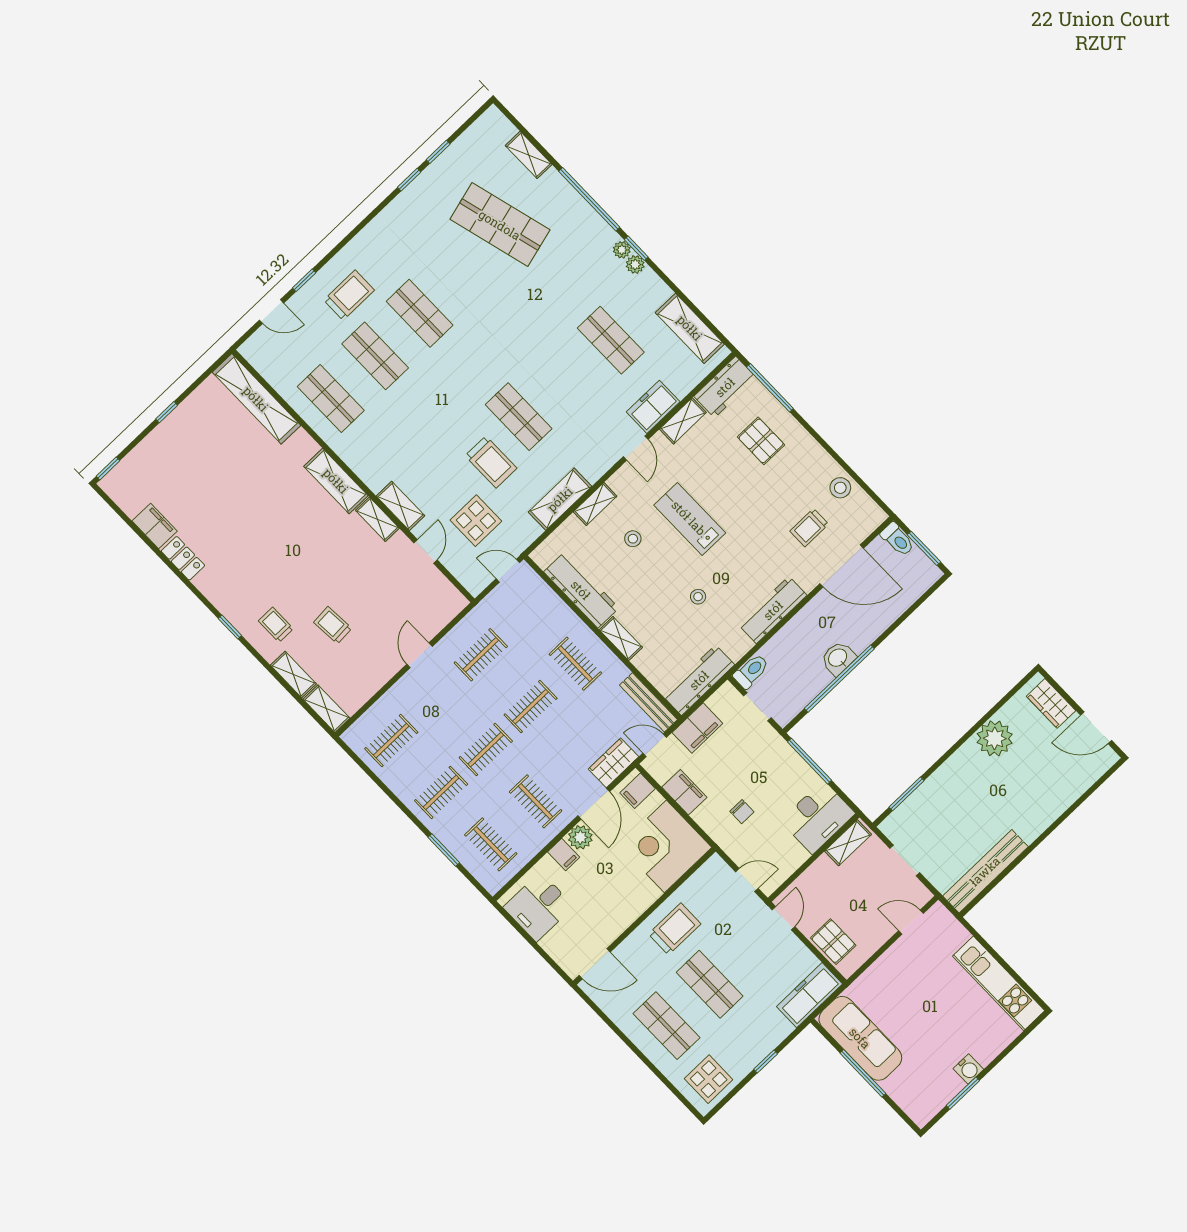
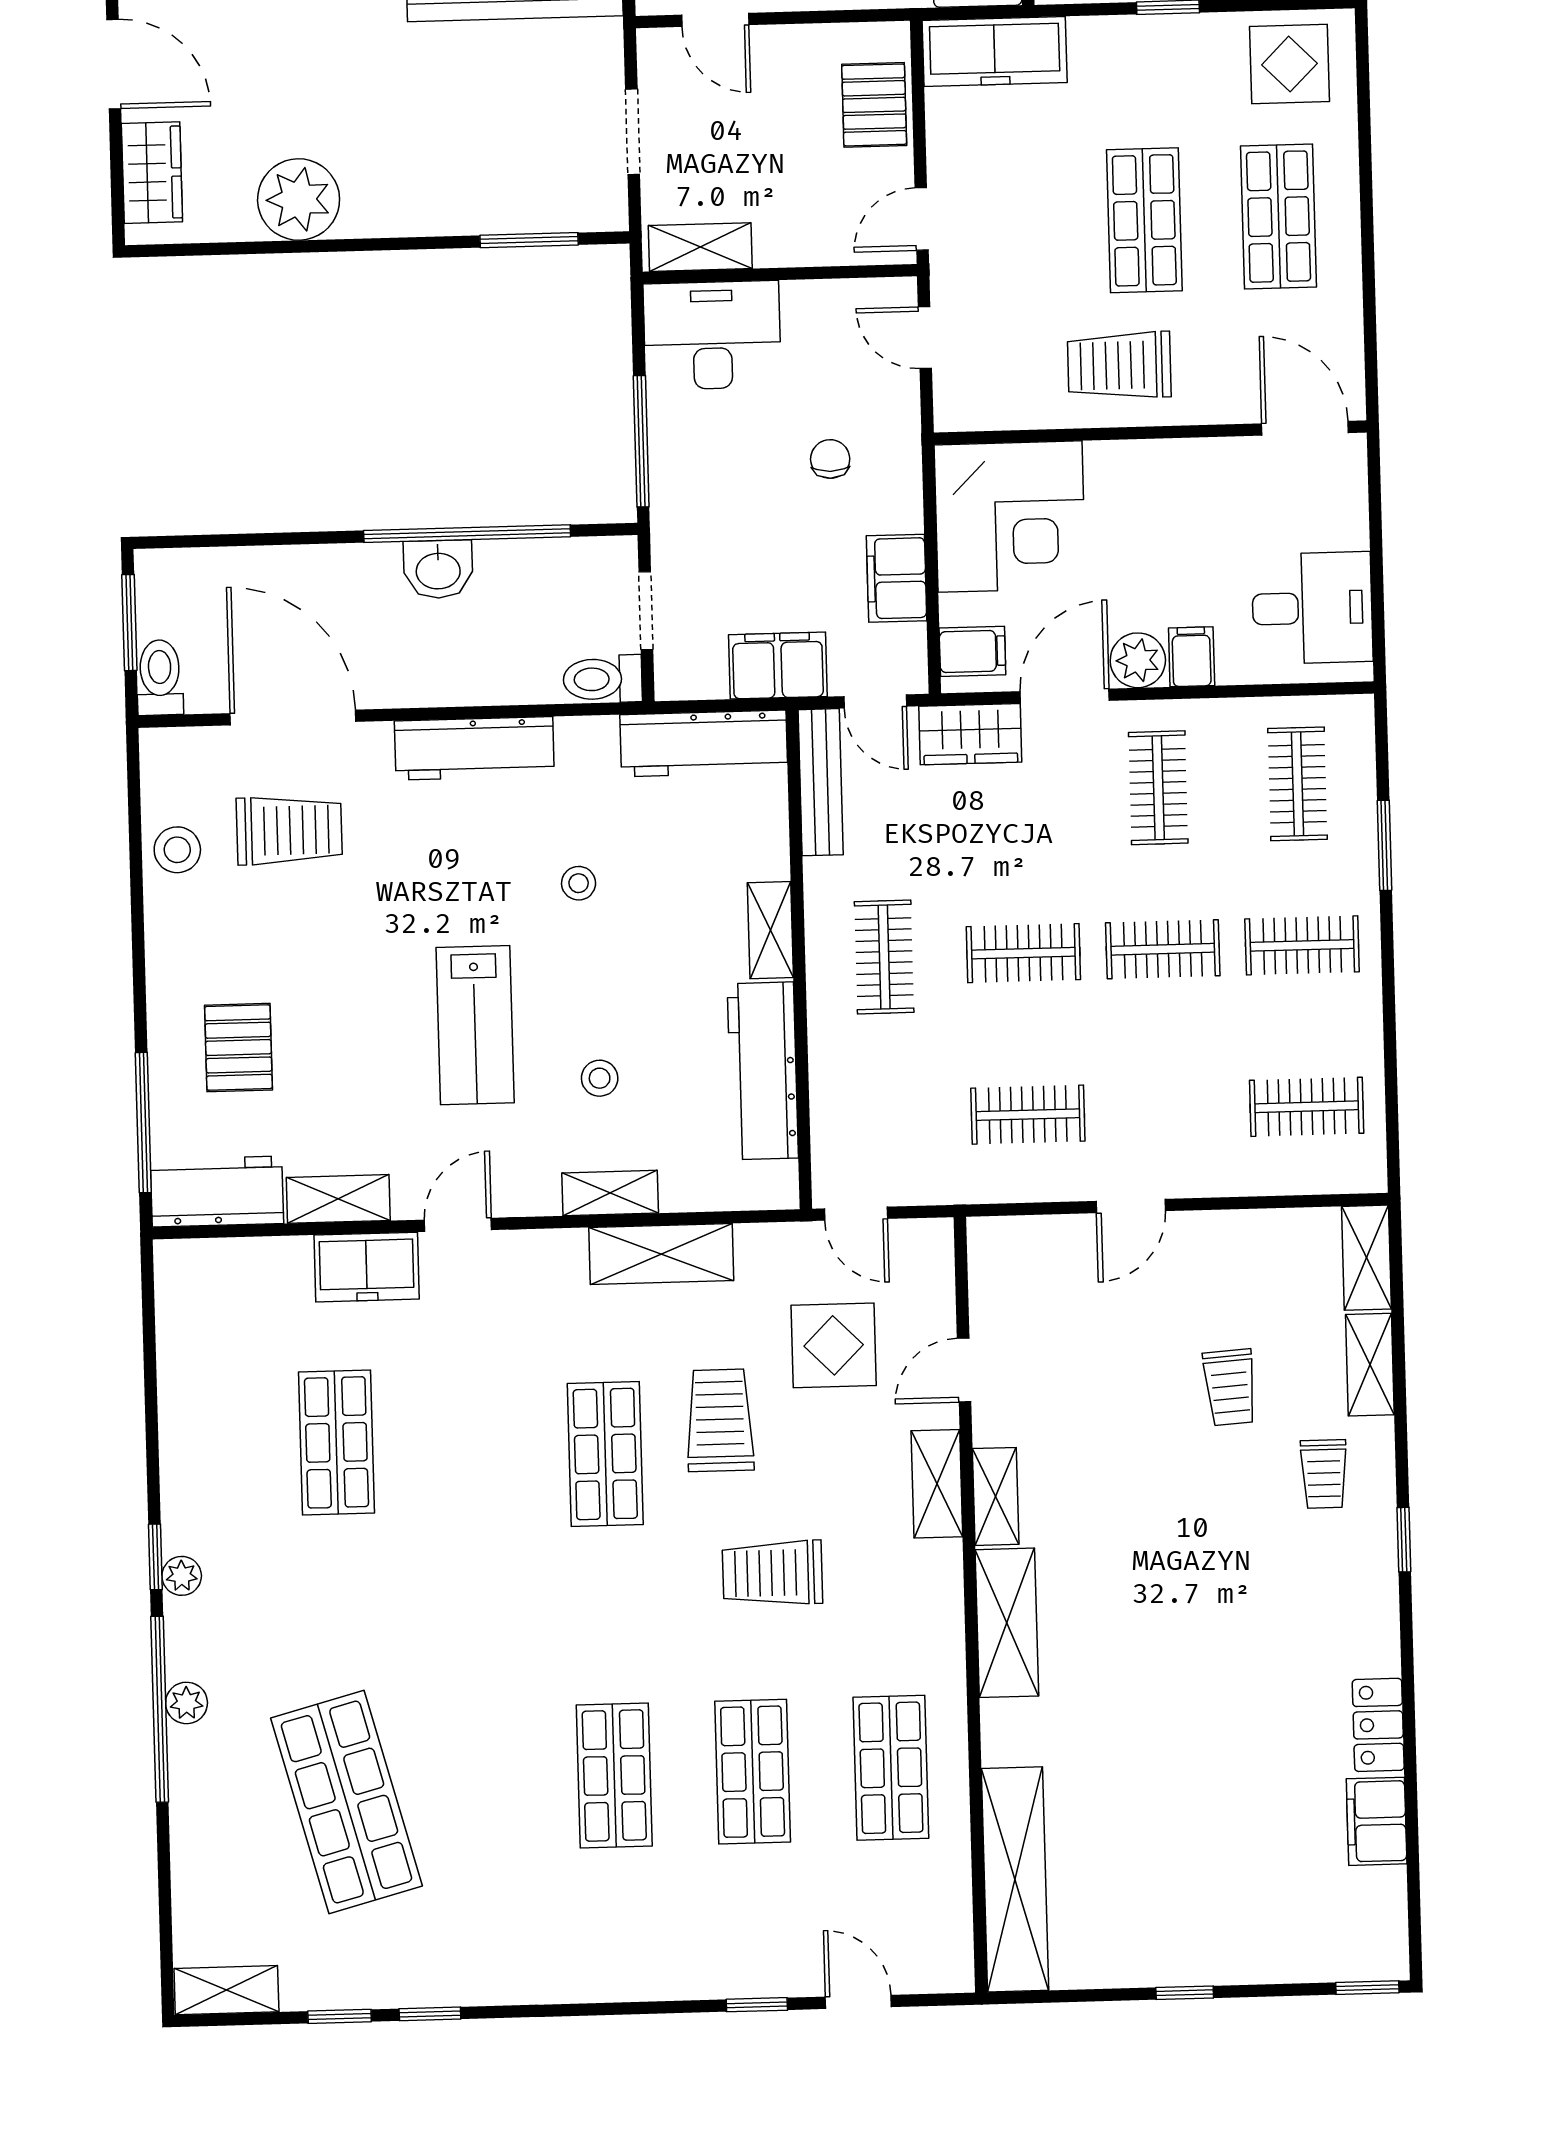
shelving: (529, 155) -> (226, 1990), moved, turned 90
plant: (635, 264) -> (186, 1703), moved
trolley: (349, 295) -> (772, 1573), moved
shelving: (690, 328) -> (187, 1342), removed
trolley: (809, 528) -> (289, 830), width x1.36, depth x1.39

